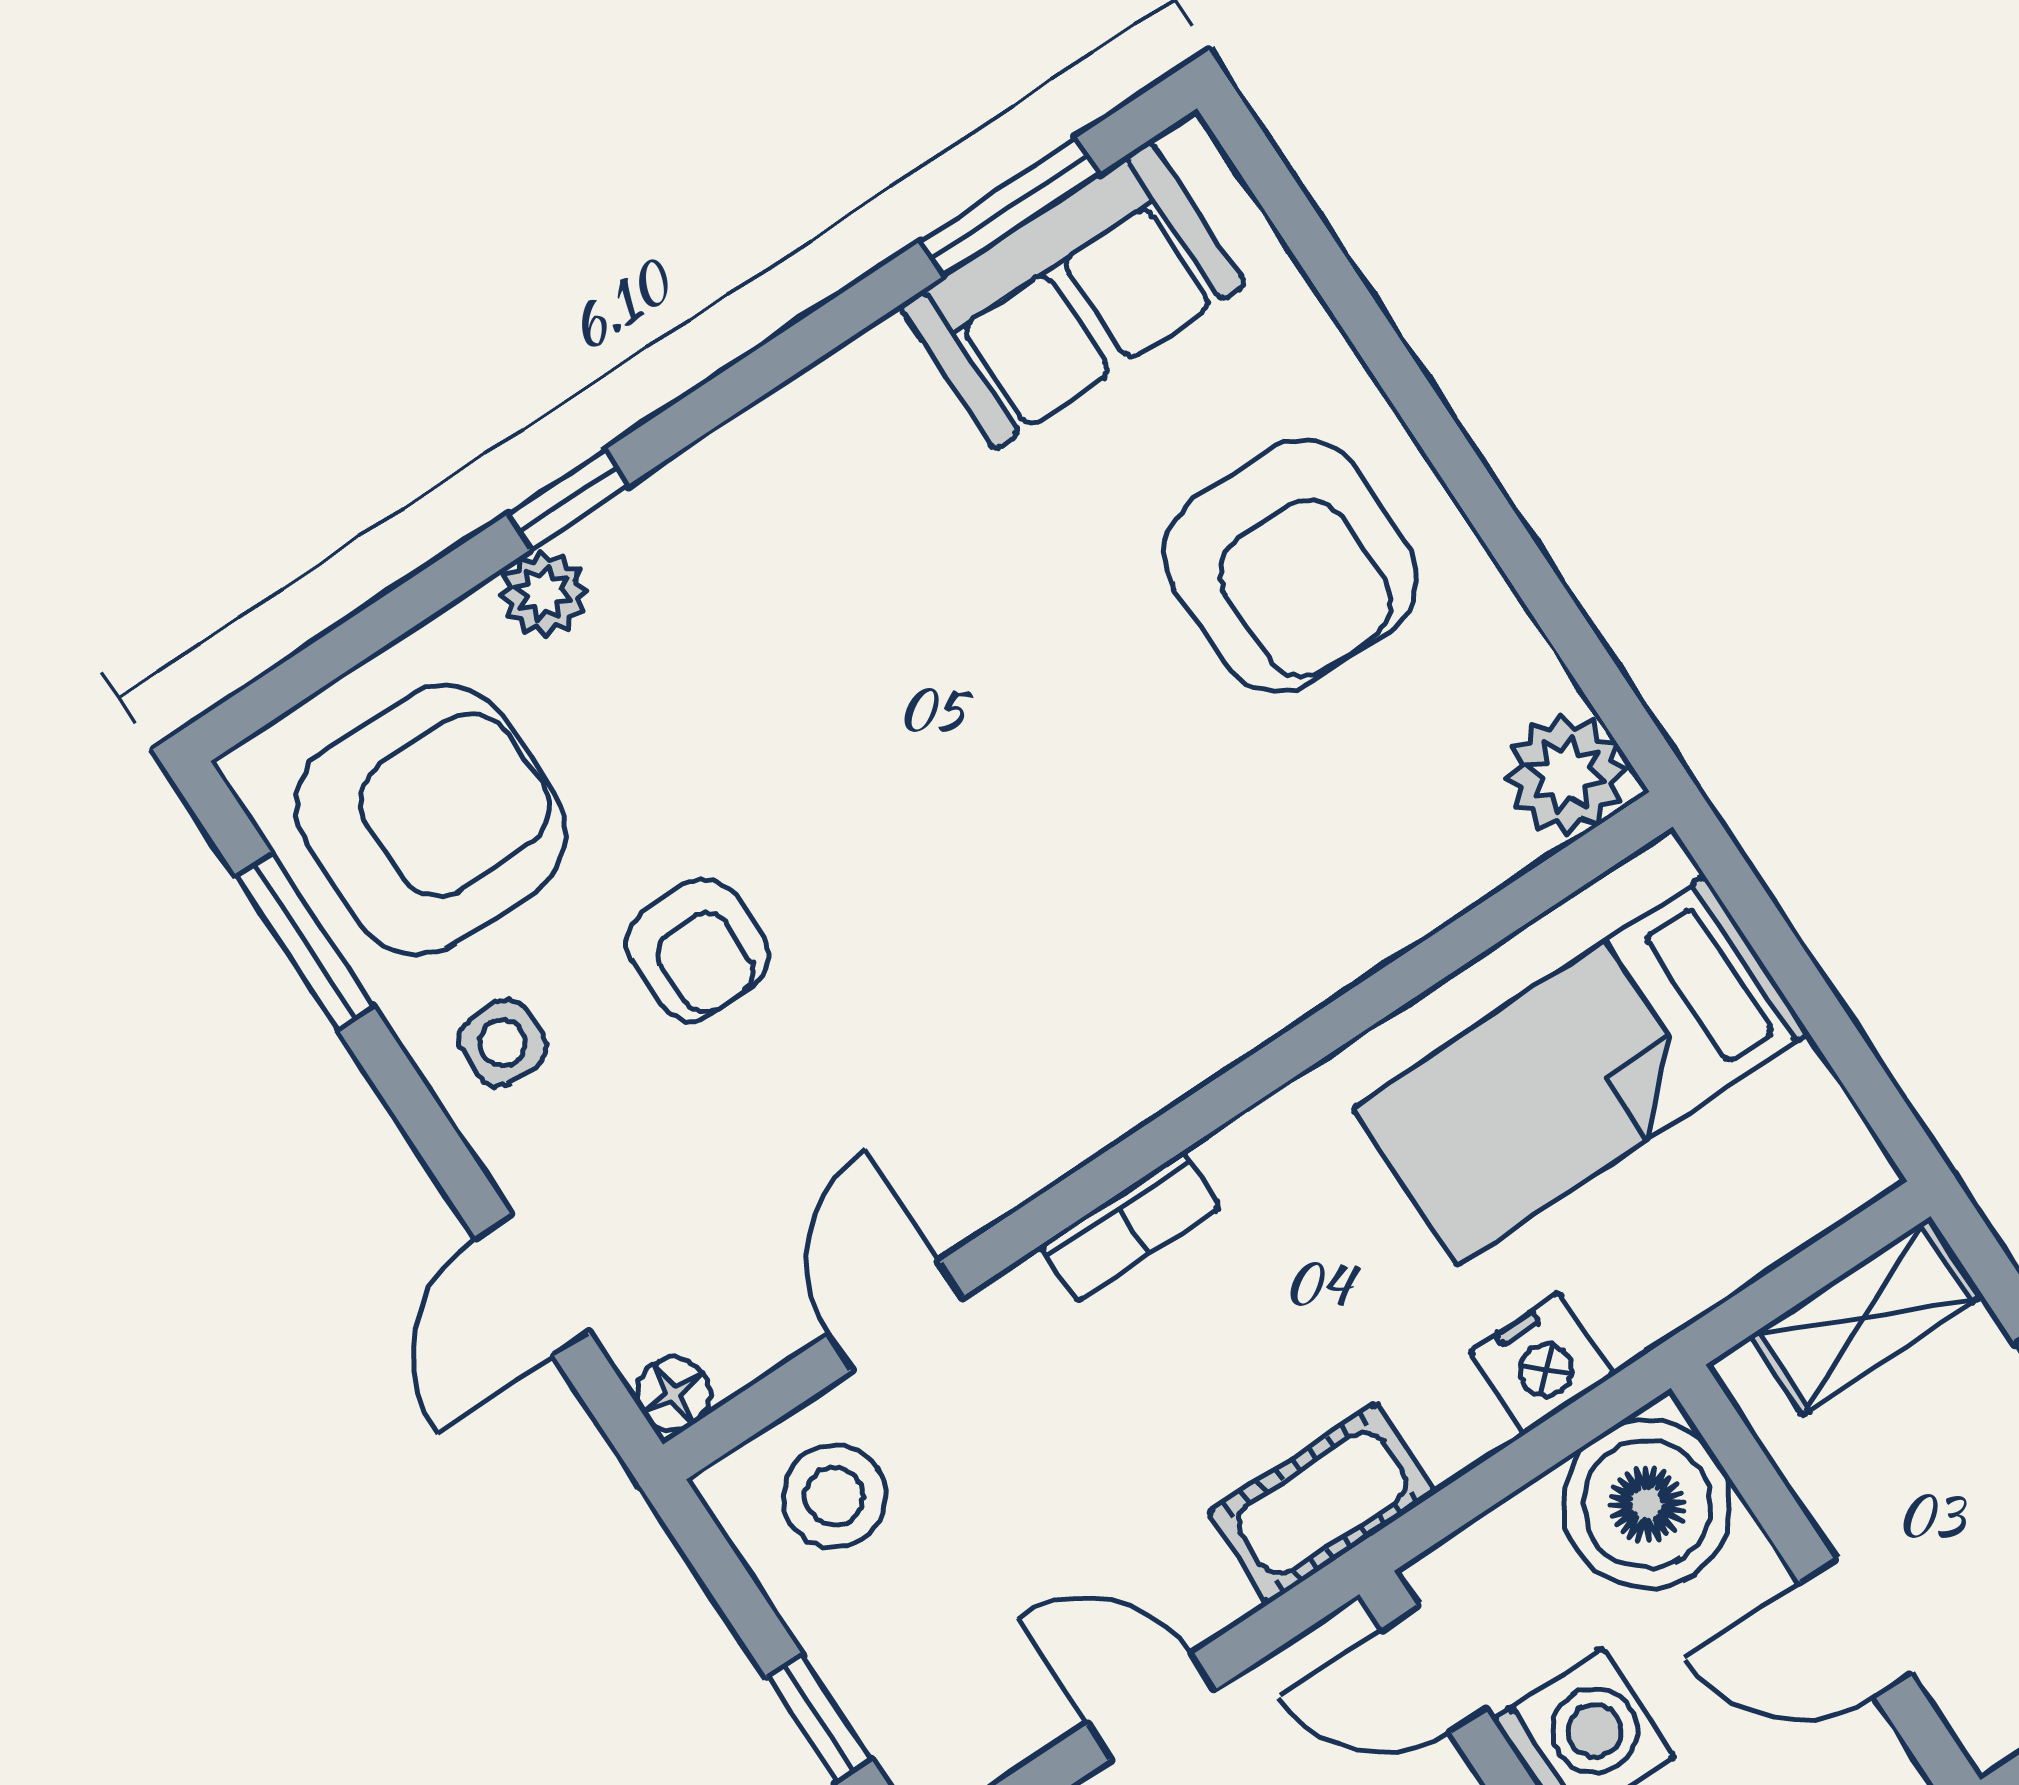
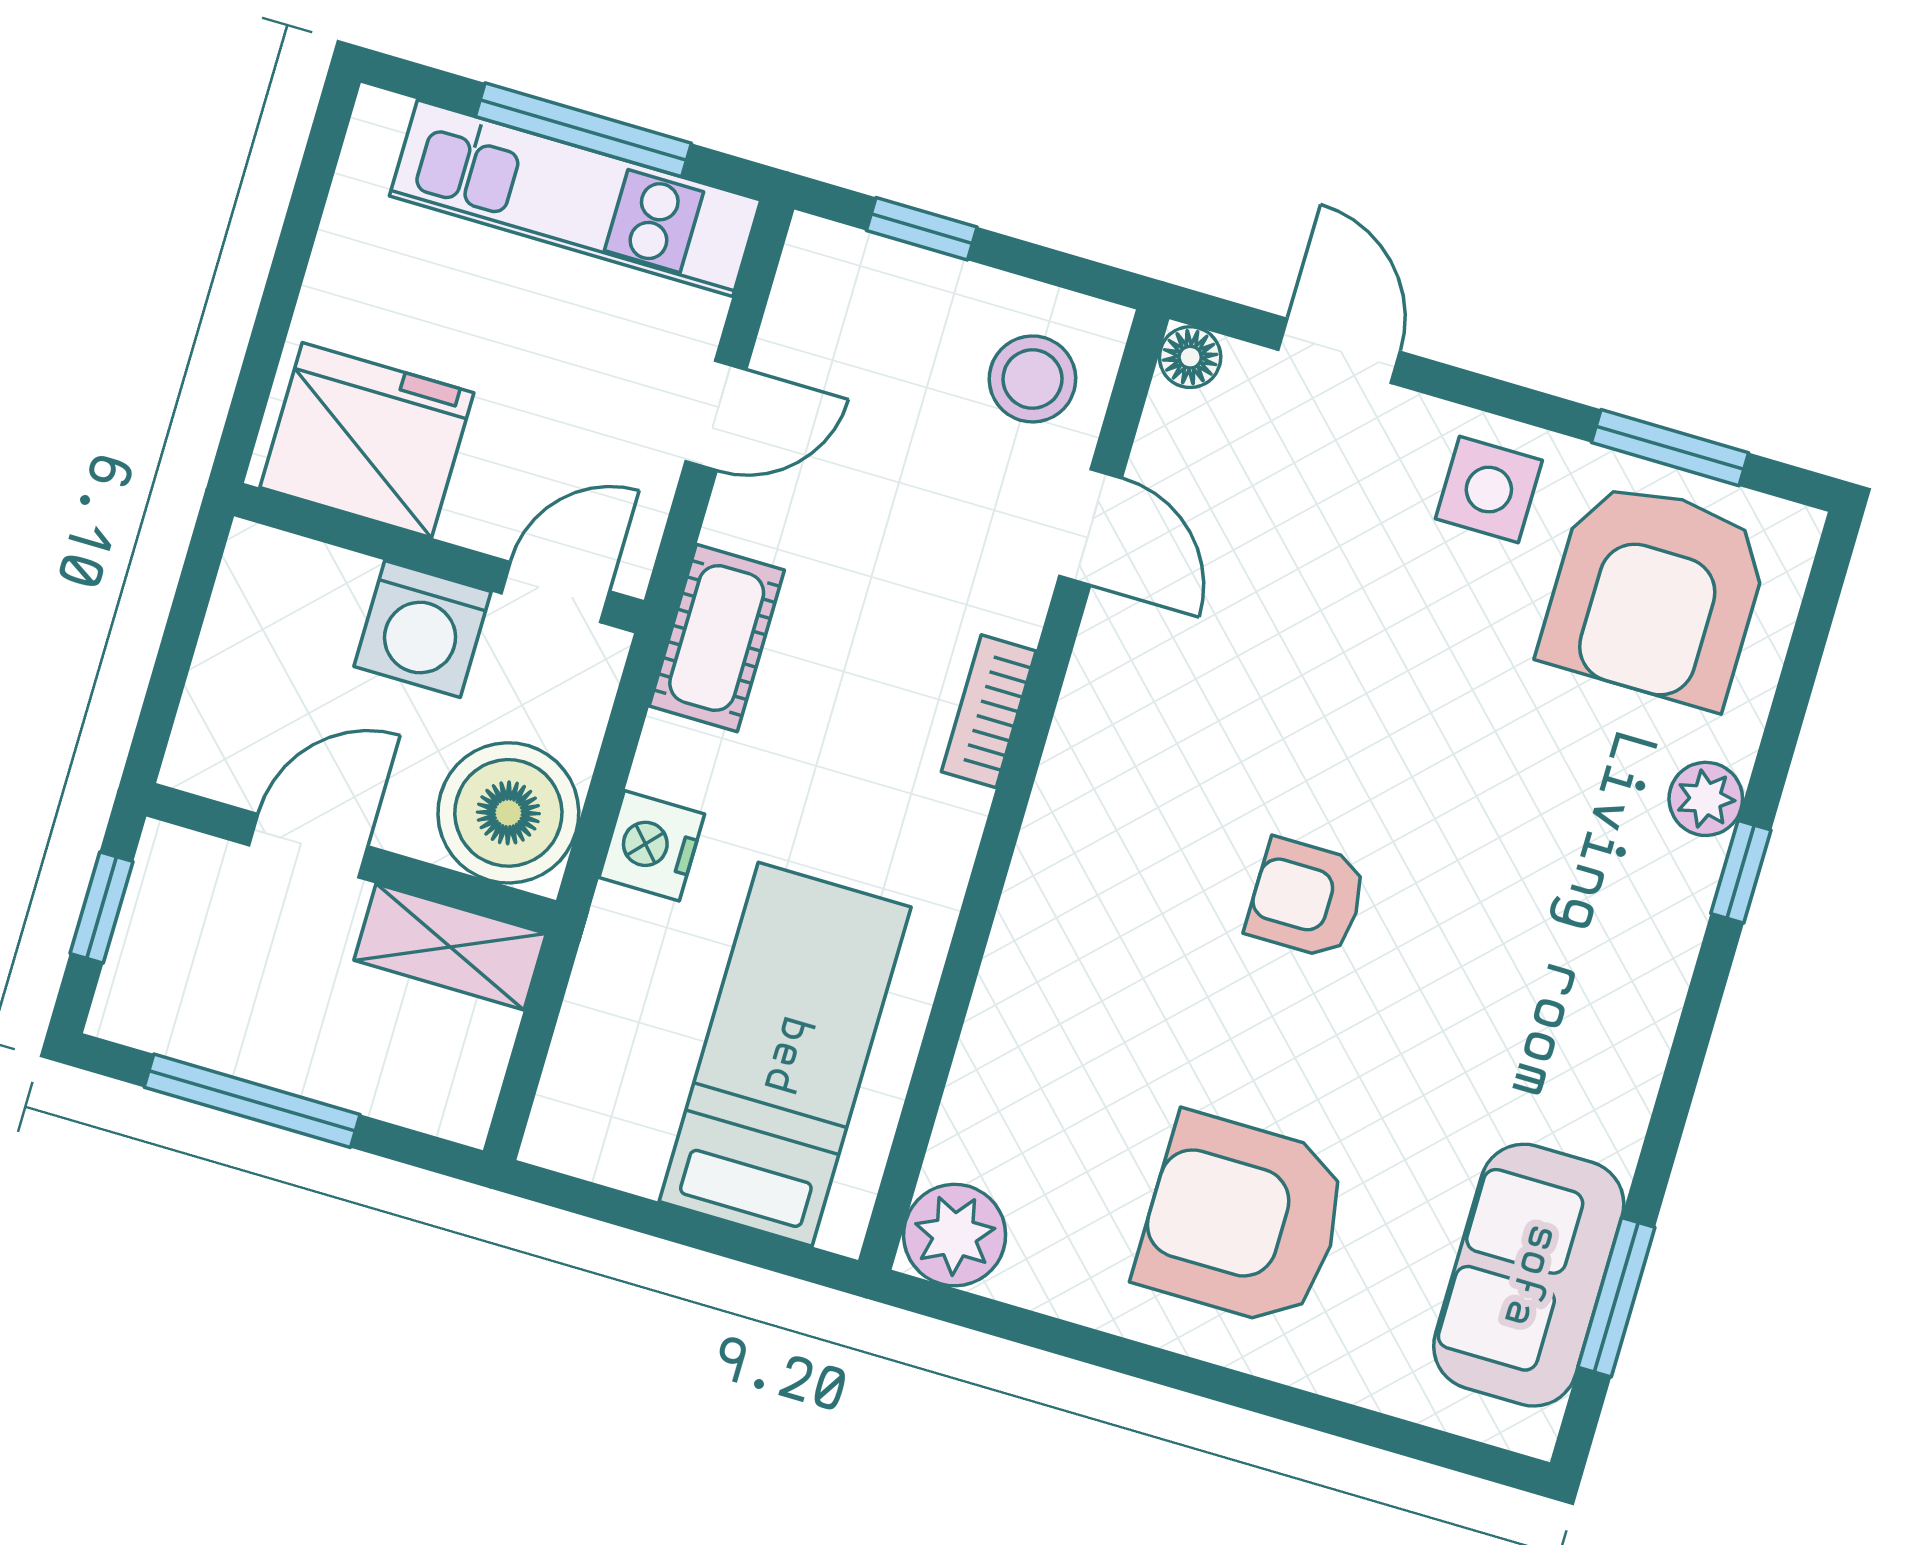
armchair: (698, 950) -> (1307, 898), moved
side table: (503, 1043) -> (1489, 490), width x1.37, depth x1.37
shelving: (1864, 1317) -> (450, 947), moved, turned 90

